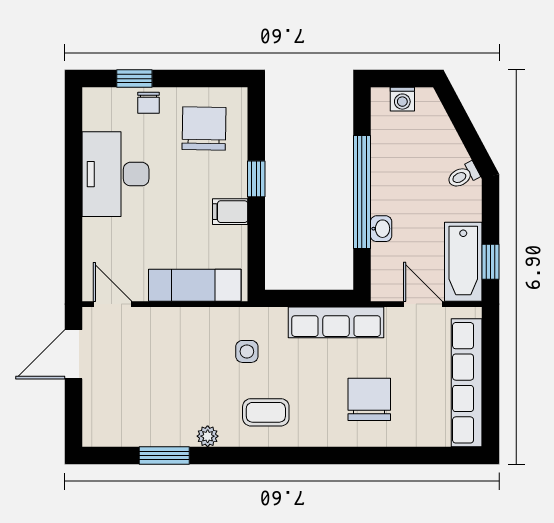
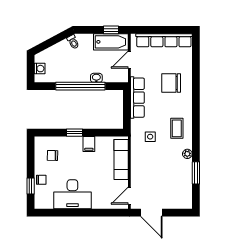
chair: (204, 129) -> (52, 155), width x0.54, depth x0.54

